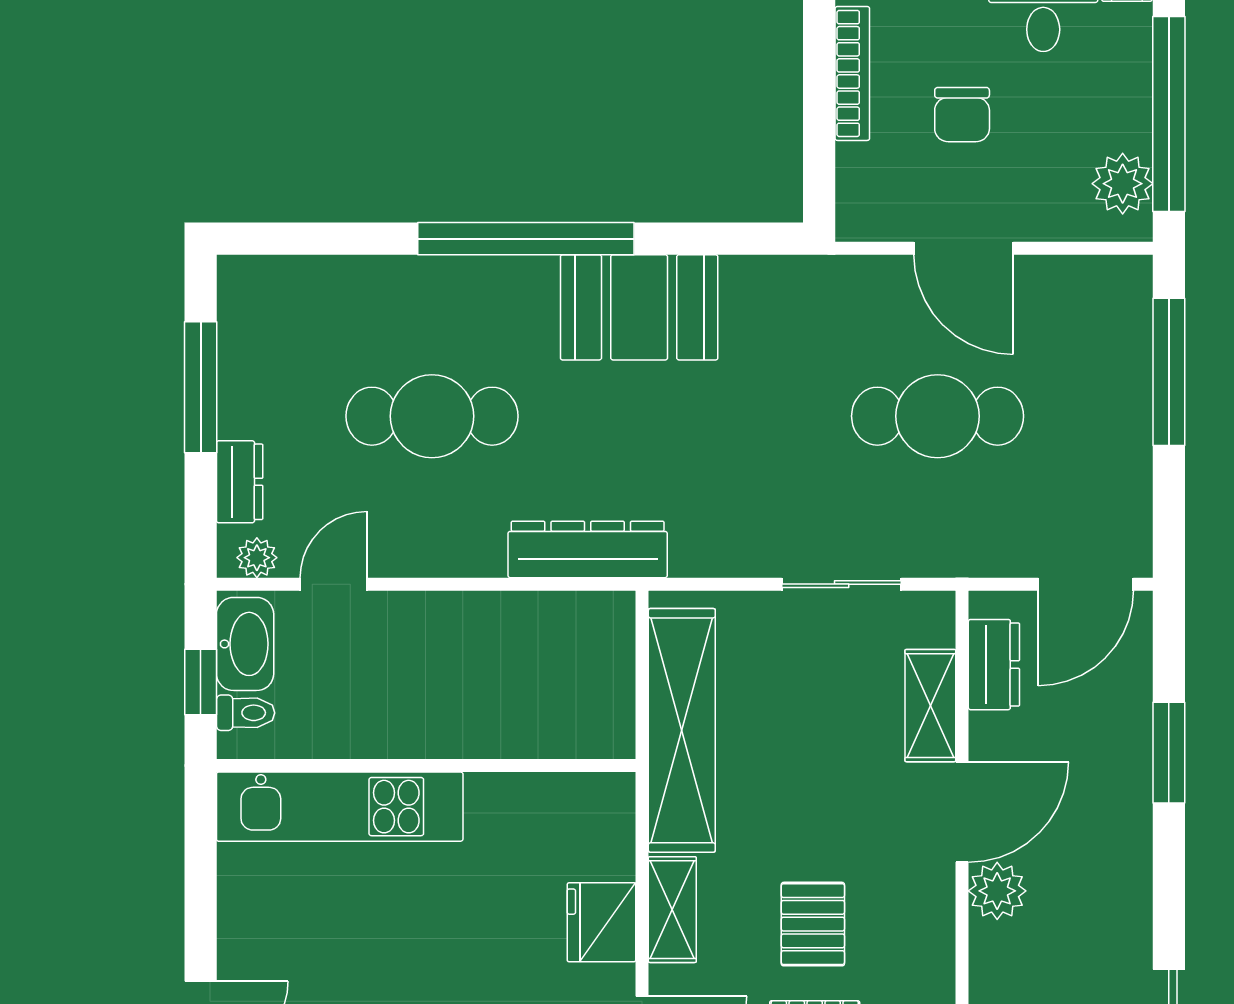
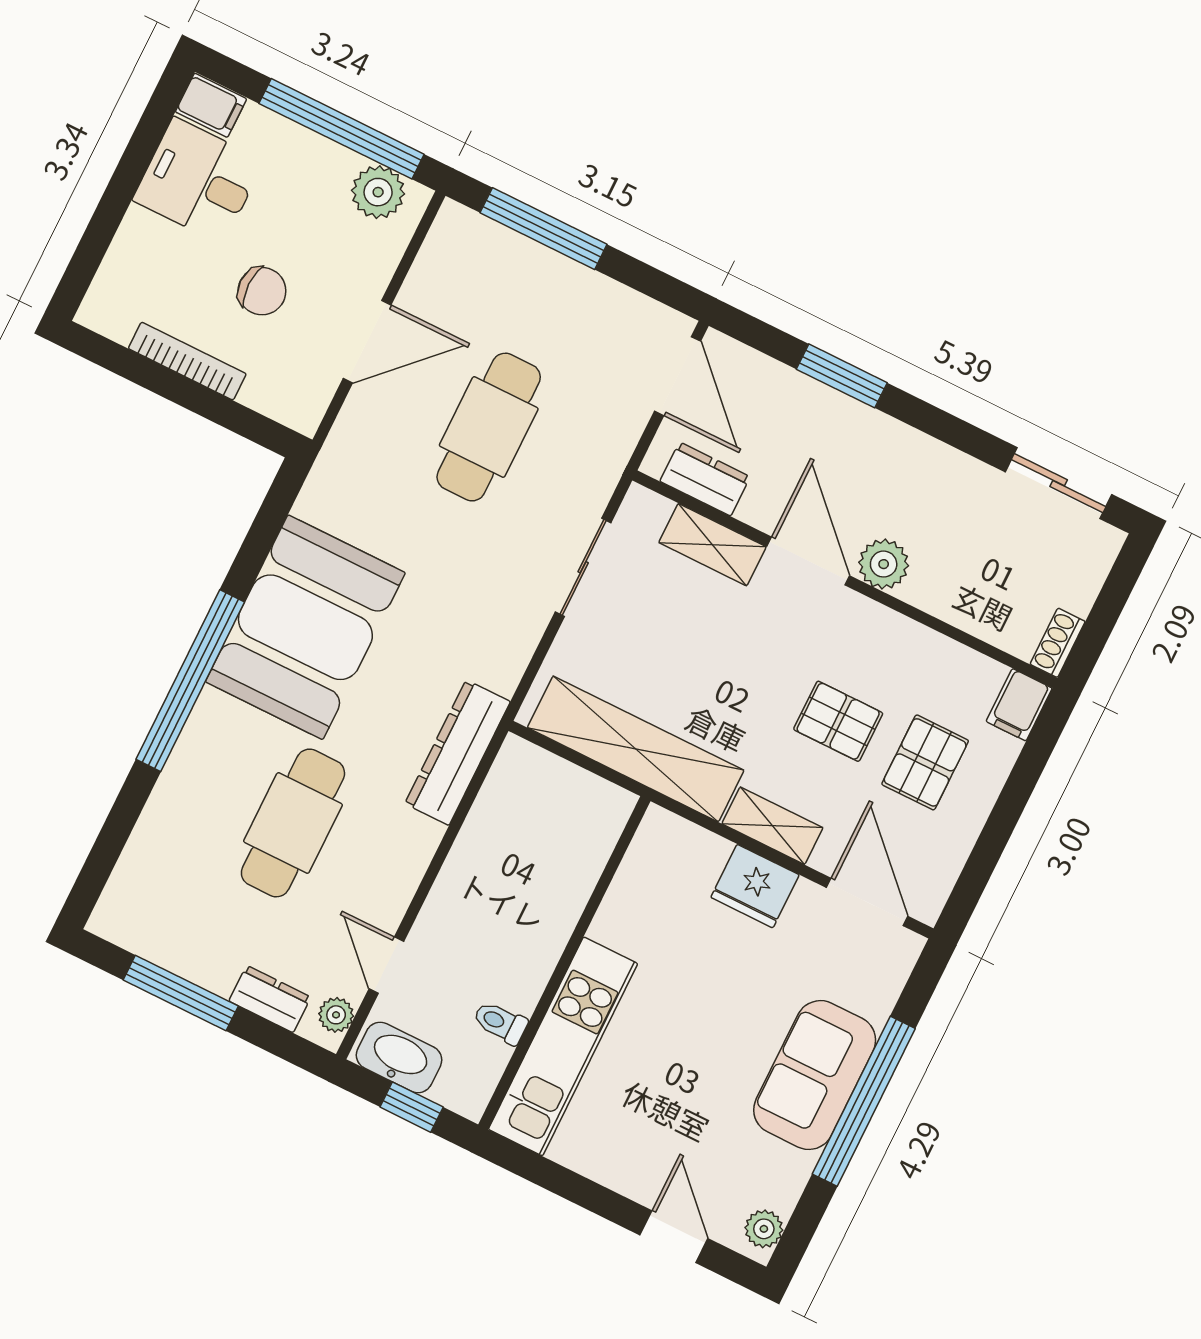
booth: (639, 307) -> (305, 627), width x1.36, depth x1.42
toilet: (246, 713) -> (500, 1023), moved, turned -90

